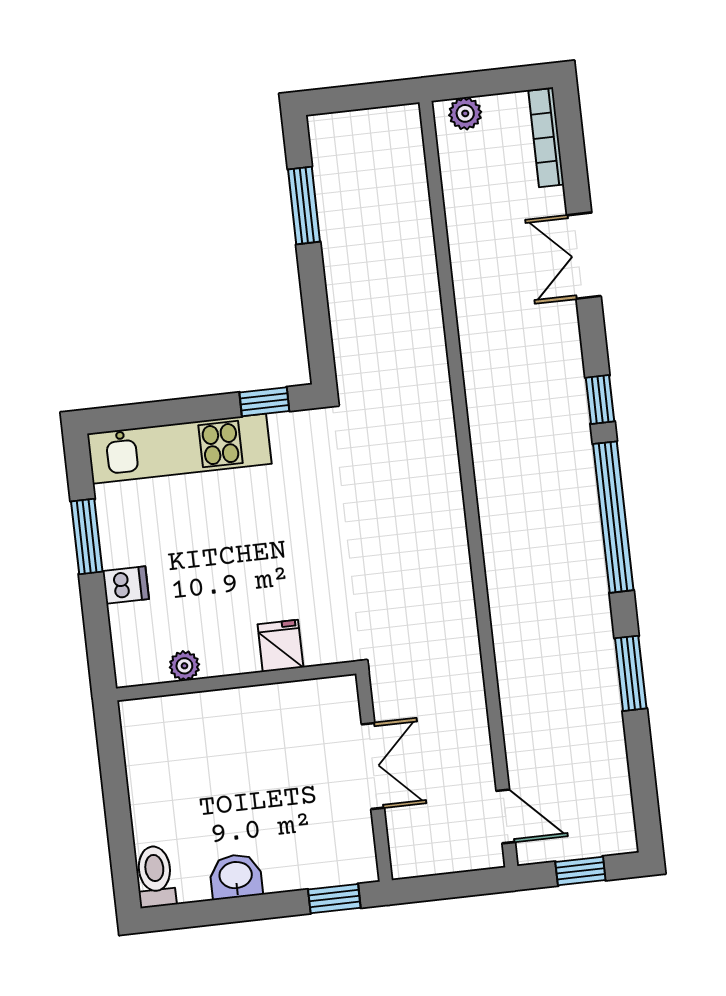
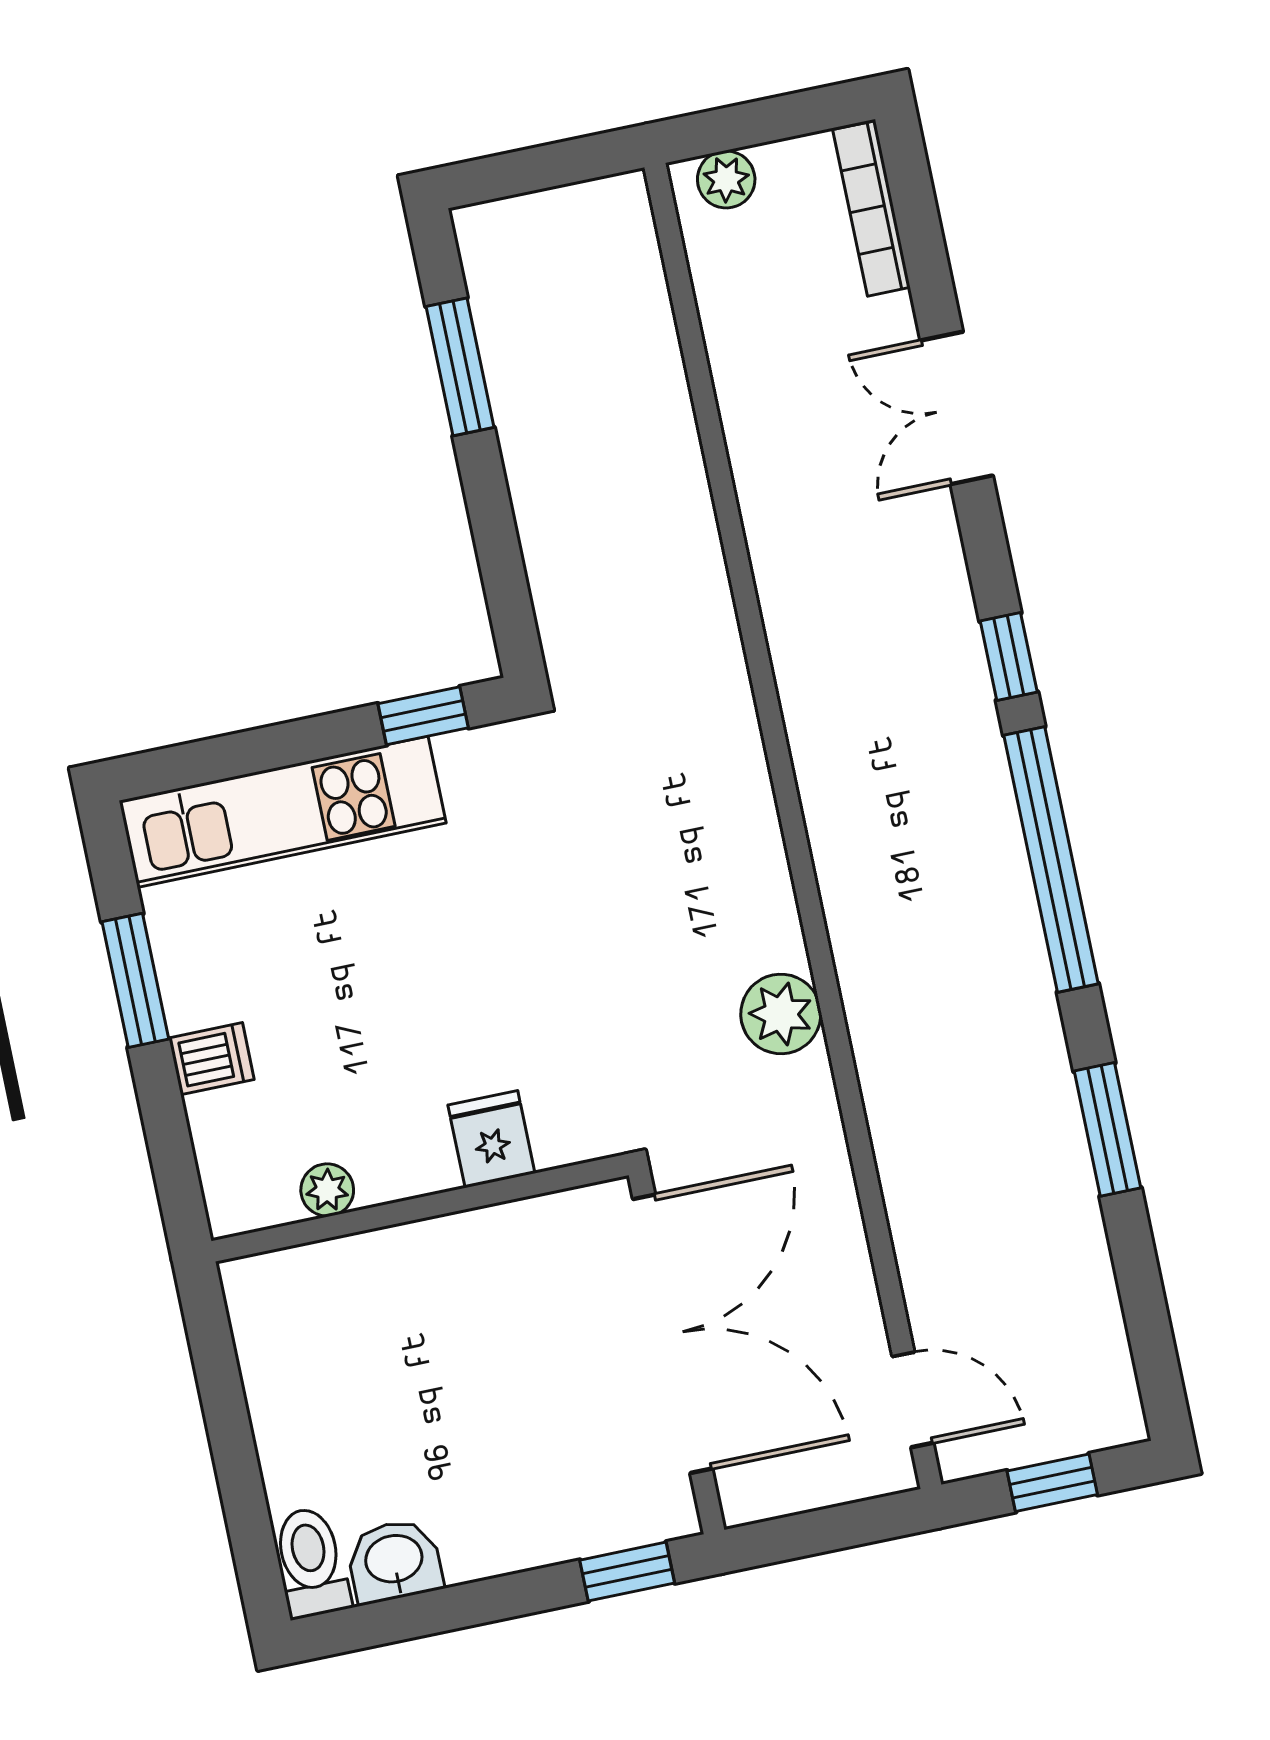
plant: (451, 590) -> (781, 1014), added
double door: (373, 766) -> (673, 1334), width x1.87
washbasin: (236, 876) -> (394, 1561), moved

